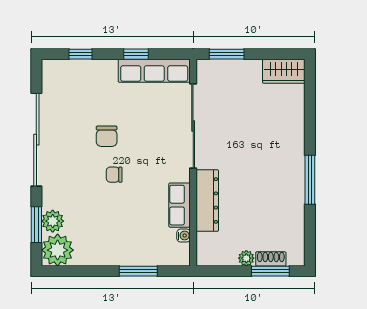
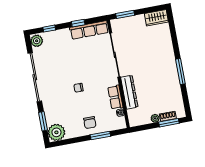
chair: (107, 136) -> (90, 123), moved
plant: (53, 221) -> (37, 41), moved

